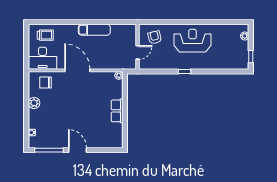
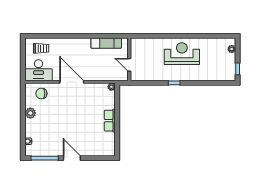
exam couch: (94, 30) -> (106, 43), moved
armchair: (155, 37) -> (146, 50), removed
door: (137, 52) -> (129, 65), swing flipped

